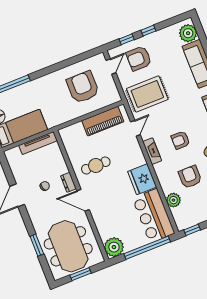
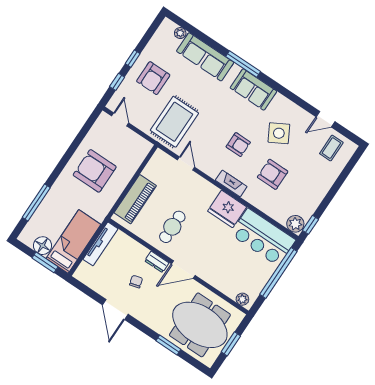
plant: (188, 33) -> (180, 33), width x0.53, depth x0.53
armchair: (139, 58) -> (153, 78), moved
armchair: (83, 87) -> (95, 171), moved
piano: (103, 121) -> (135, 199), moved
armchair: (180, 140) -> (238, 145), turned -90
fireplace: (152, 151) -> (231, 183), moved
plant: (173, 200) -> (295, 224), moved
plant: (114, 247) -> (242, 299), width x0.53, depth x0.53

